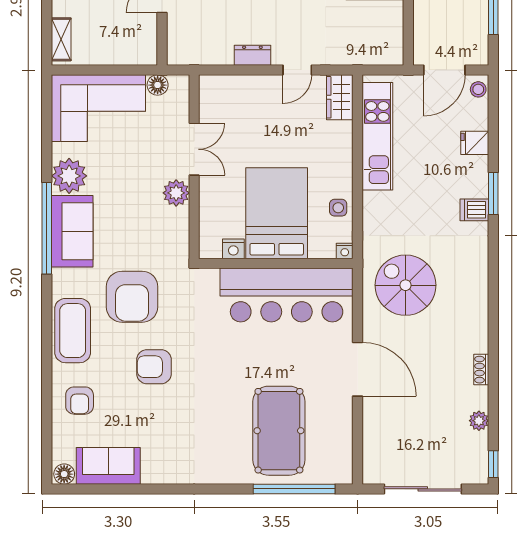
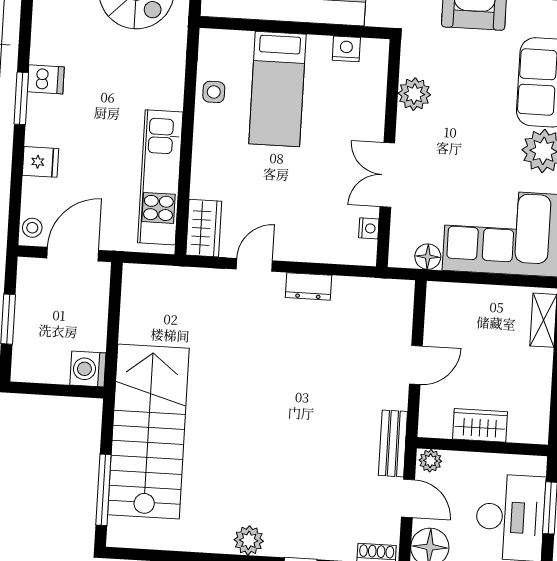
plant: (176, 193) -> (414, 94), moved
bed: (277, 213) -> (277, 89), width x0.67
nightstand: (345, 251) -> (369, 228), moved, turned 90

